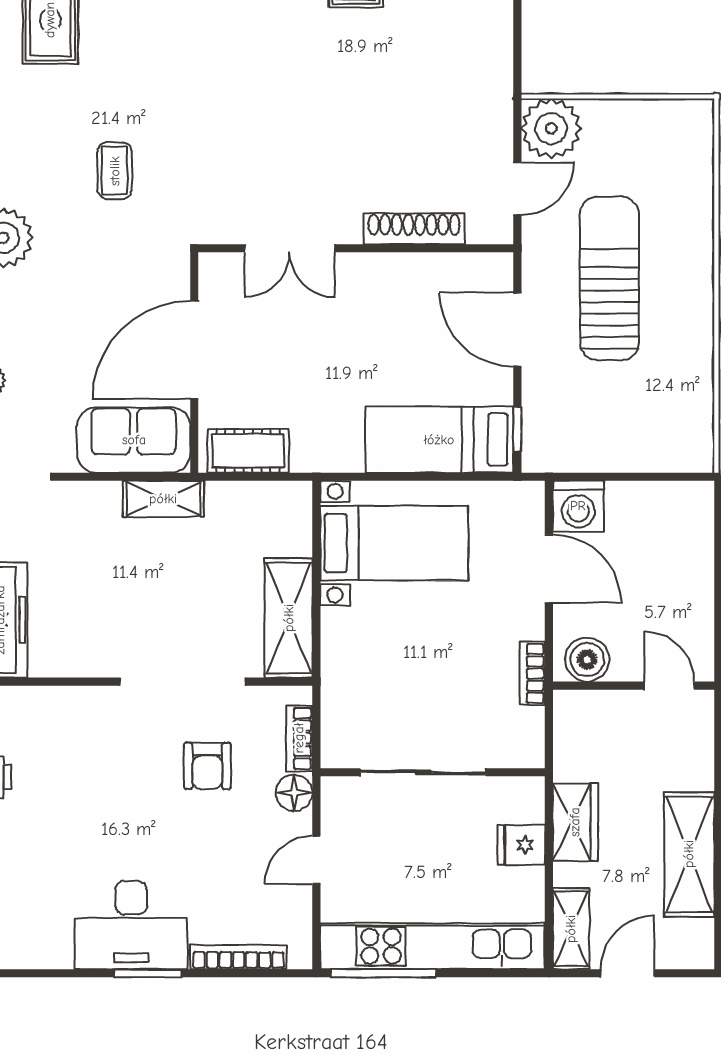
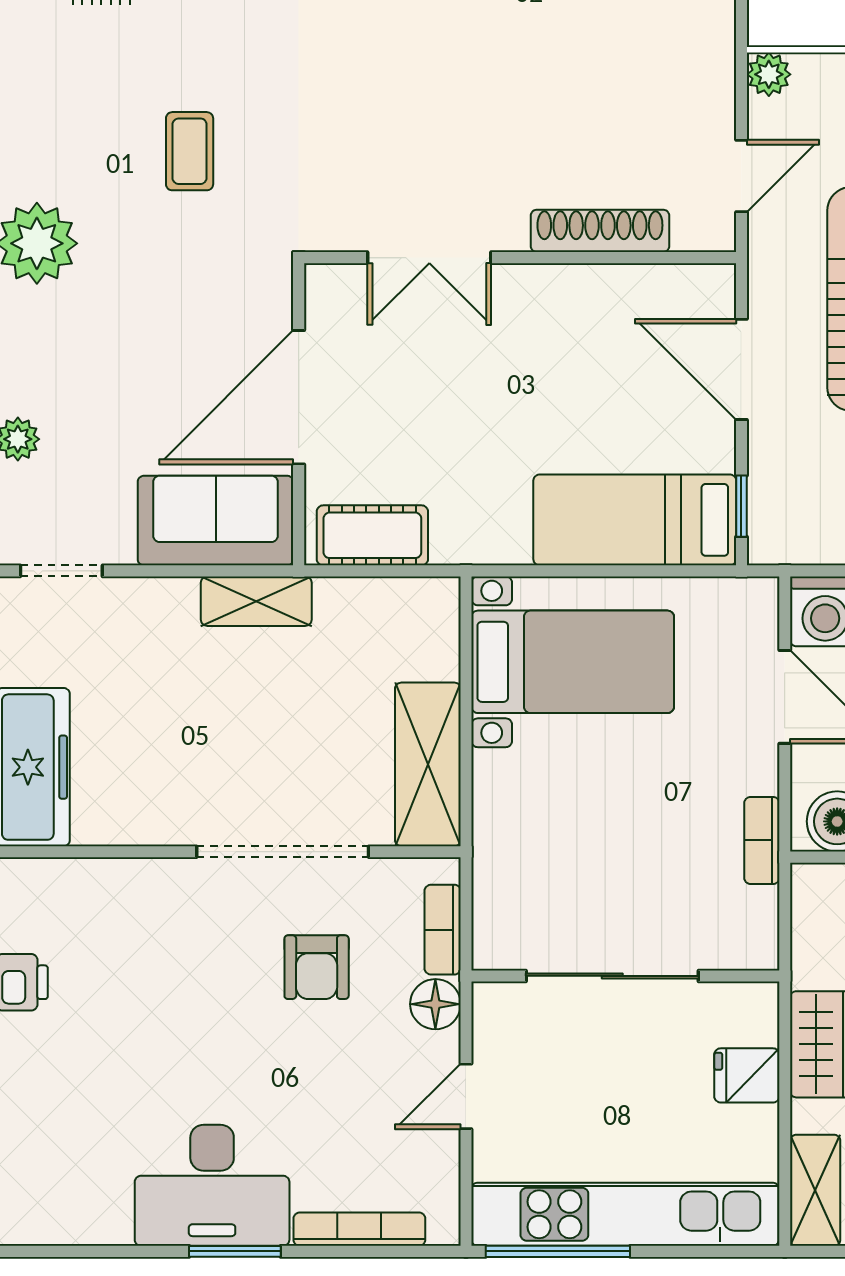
plant: (551, 128) -> (769, 74), width x0.53, depth x0.53

